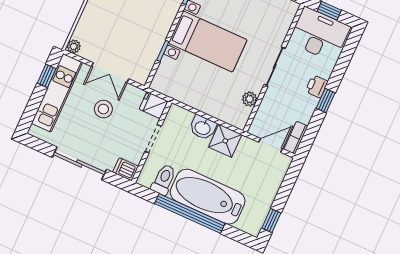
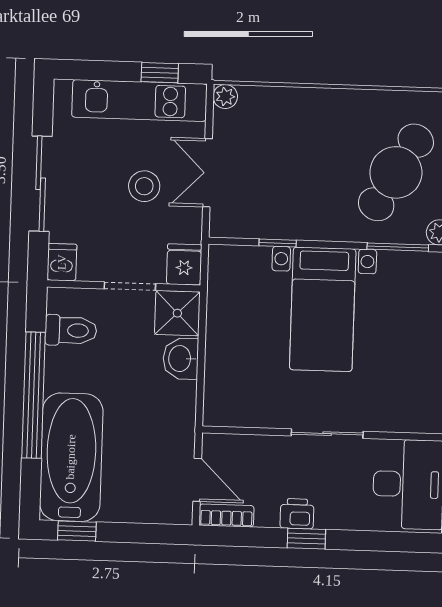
printer: (317, 86) -> (297, 514), moved
plant: (250, 99) -> (258, 415), removed
shower: (225, 141) -> (177, 313), moved
bathtub: (208, 197) -> (71, 457), moved

